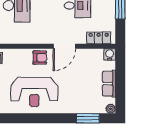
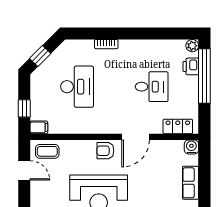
armchair: (40, 58) -> (105, 151), turned 180

